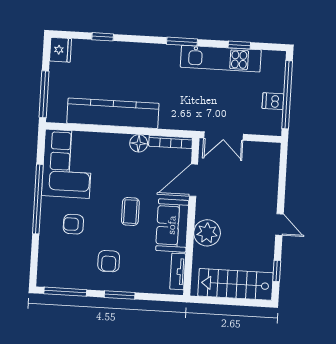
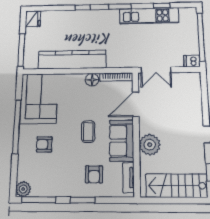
window: (103, 37) -> (83, 7), moved
dishwasher: (273, 101) -> (192, 61), moved
armchair: (109, 261) -> (94, 174), moved
plant: (46, 278) -> (23, 189), added

